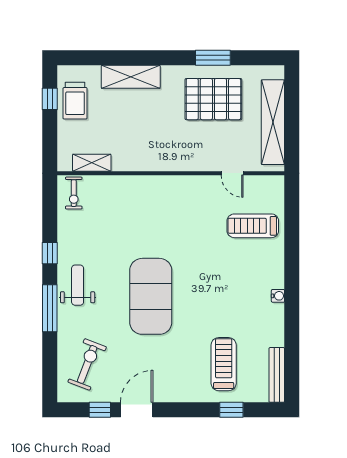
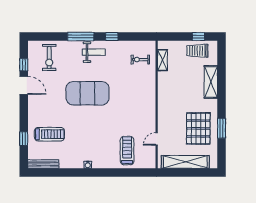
exercise bike: (74, 193) -> (140, 60), moved
exercise bike: (87, 364) -> (49, 58), turned 69

